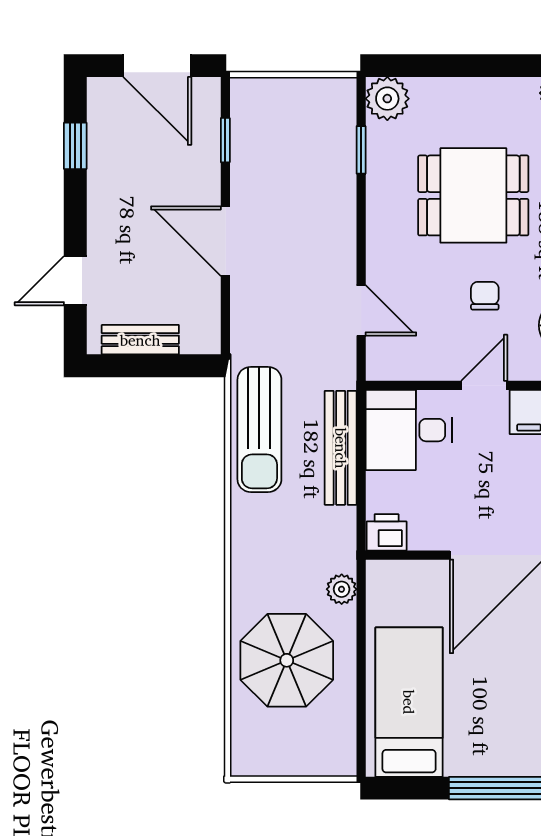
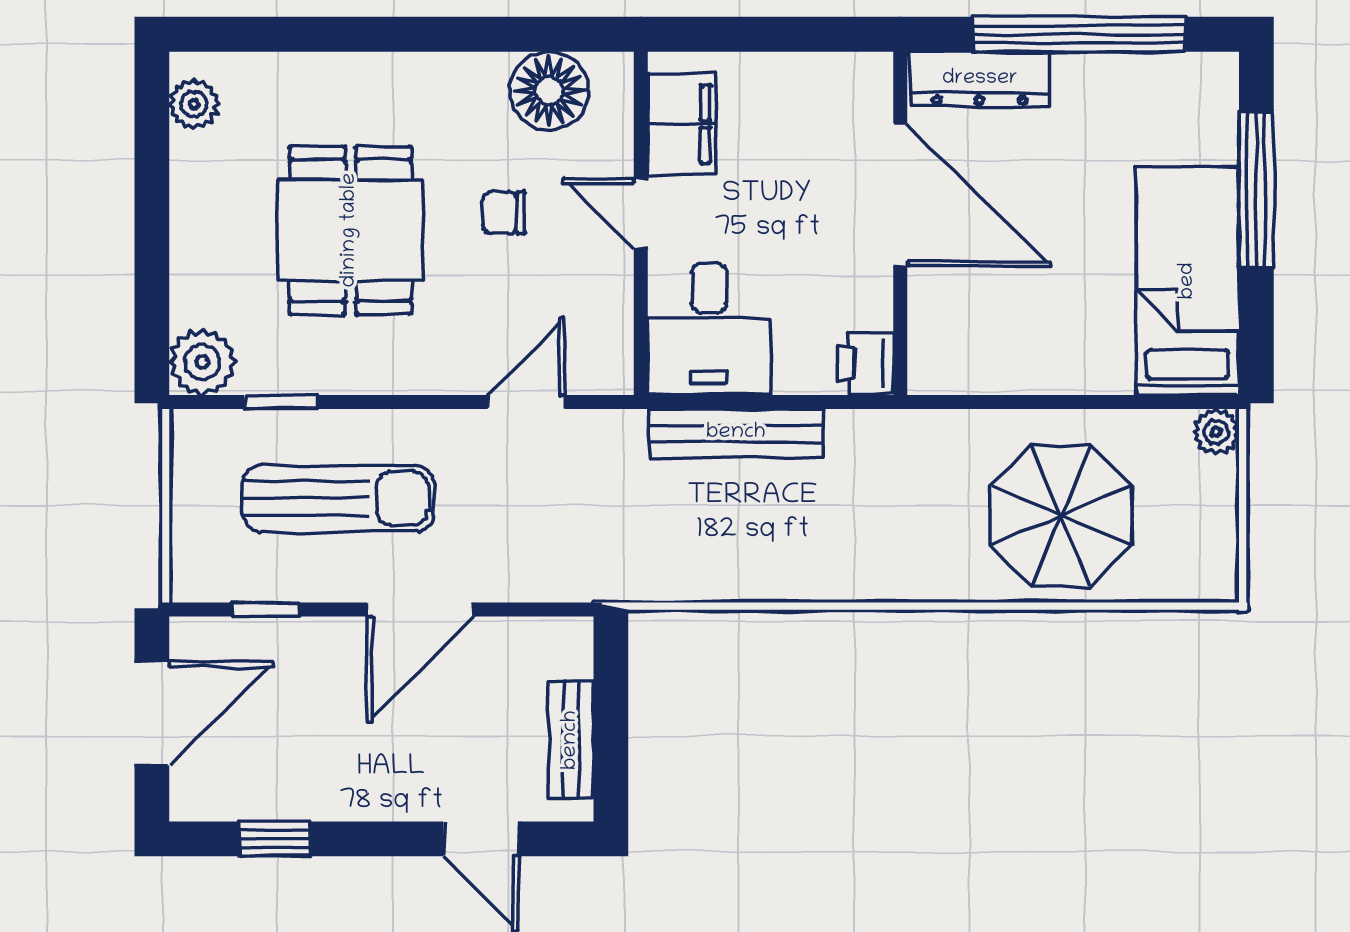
sun lounger: (259, 429) -> (338, 498), moved
plant: (342, 589) -> (1216, 432), moved
bed: (409, 702) -> (1188, 281), moved, turned 90

